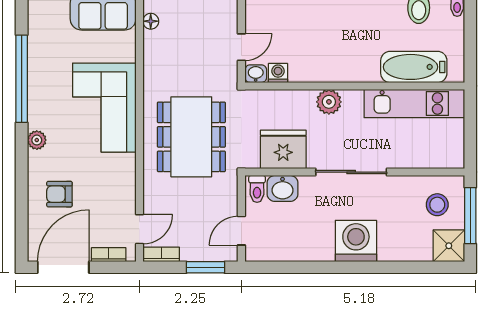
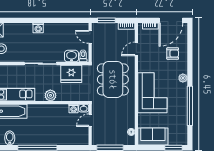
door: (139, 229) -> (136, 49), moved
door: (241, 231) -> (90, 37), swing flipped
washing machine: (356, 241) -> (38, 28), width x0.53, depth x0.53

